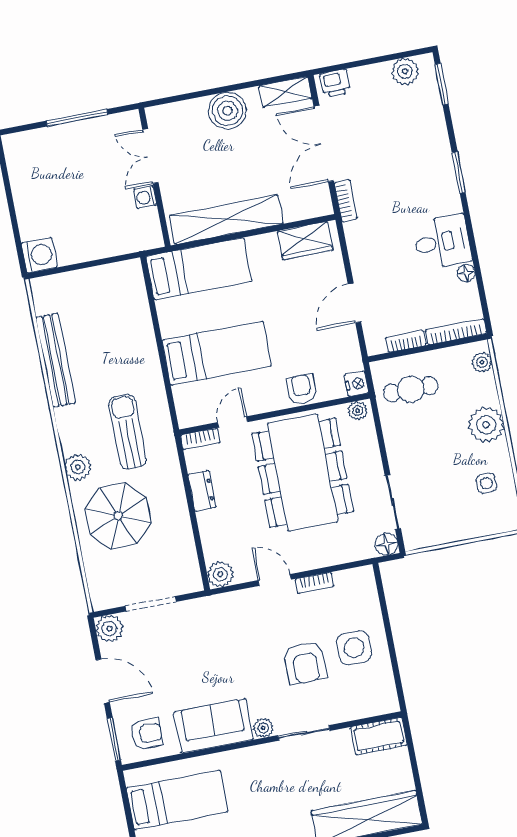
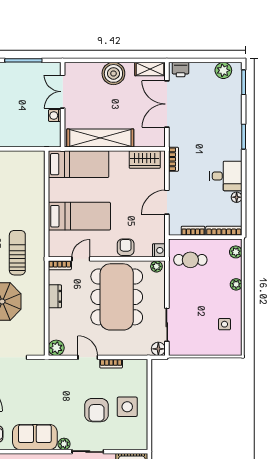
bookcase: (346, 201) -> (173, 159), moved
plant: (486, 425) -> (236, 284), width x0.53, depth x0.53

